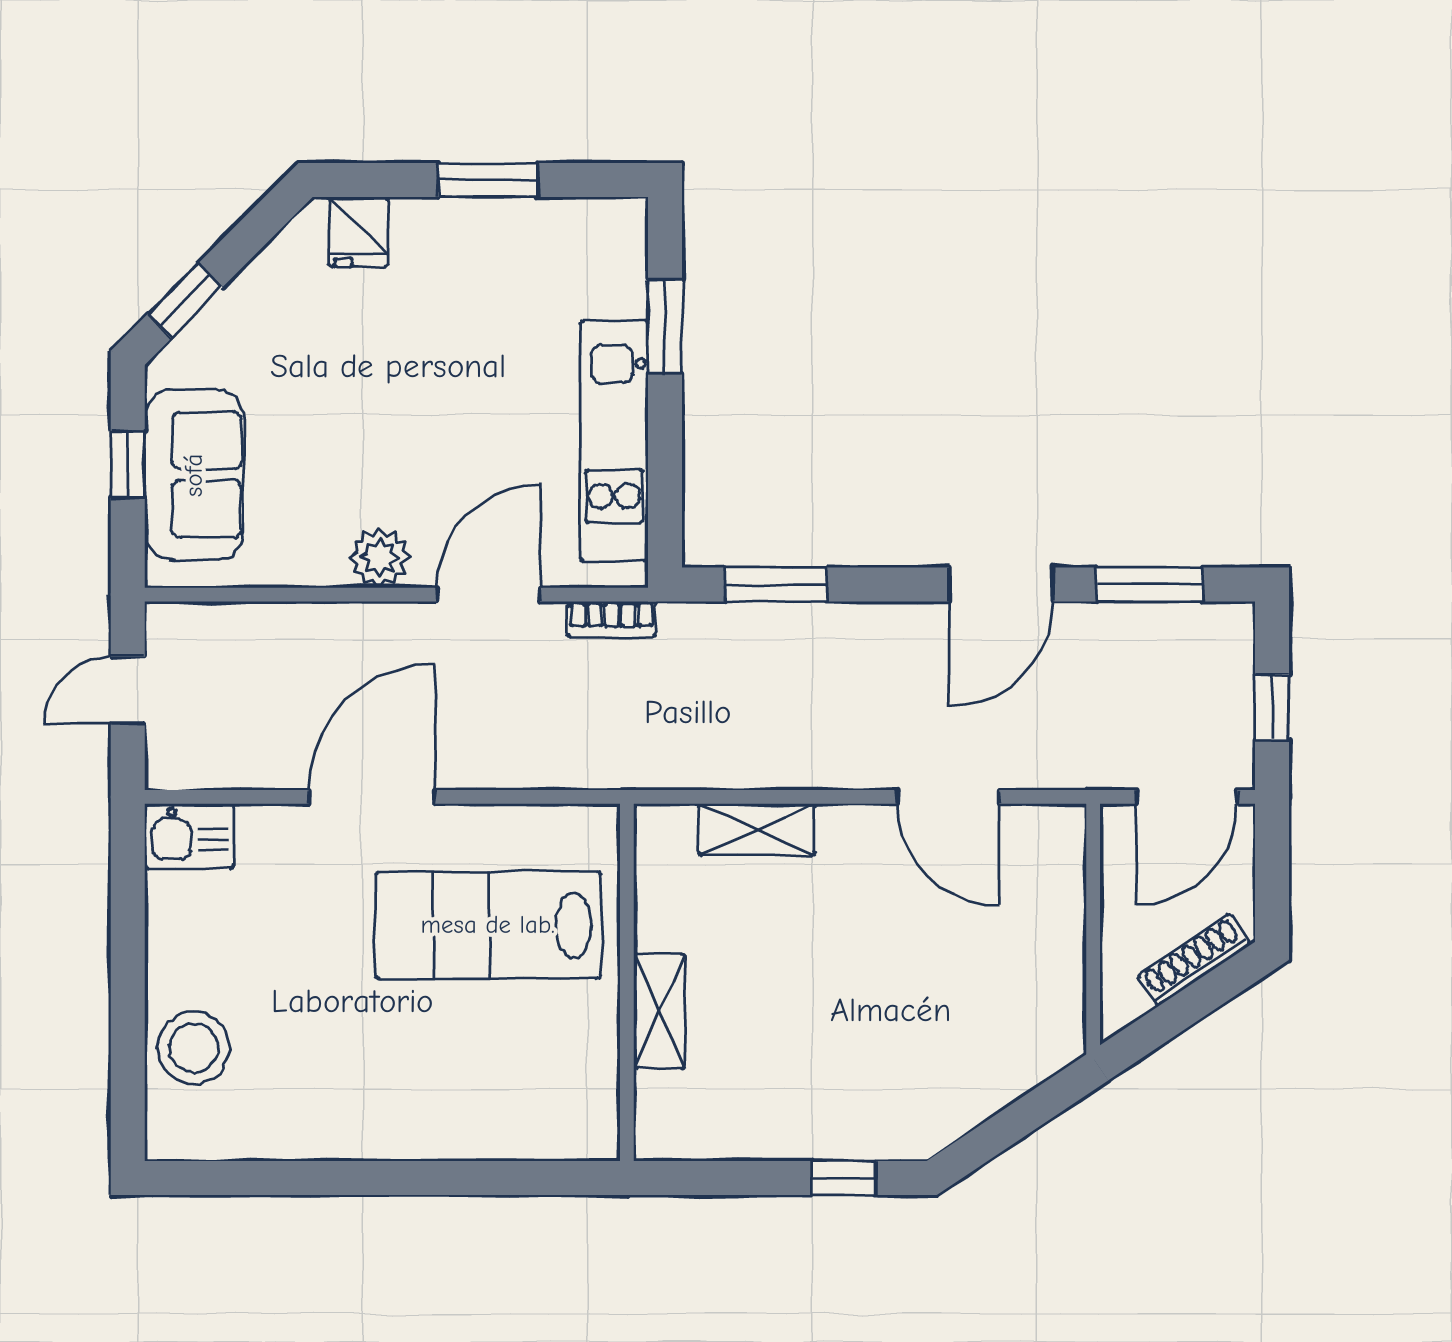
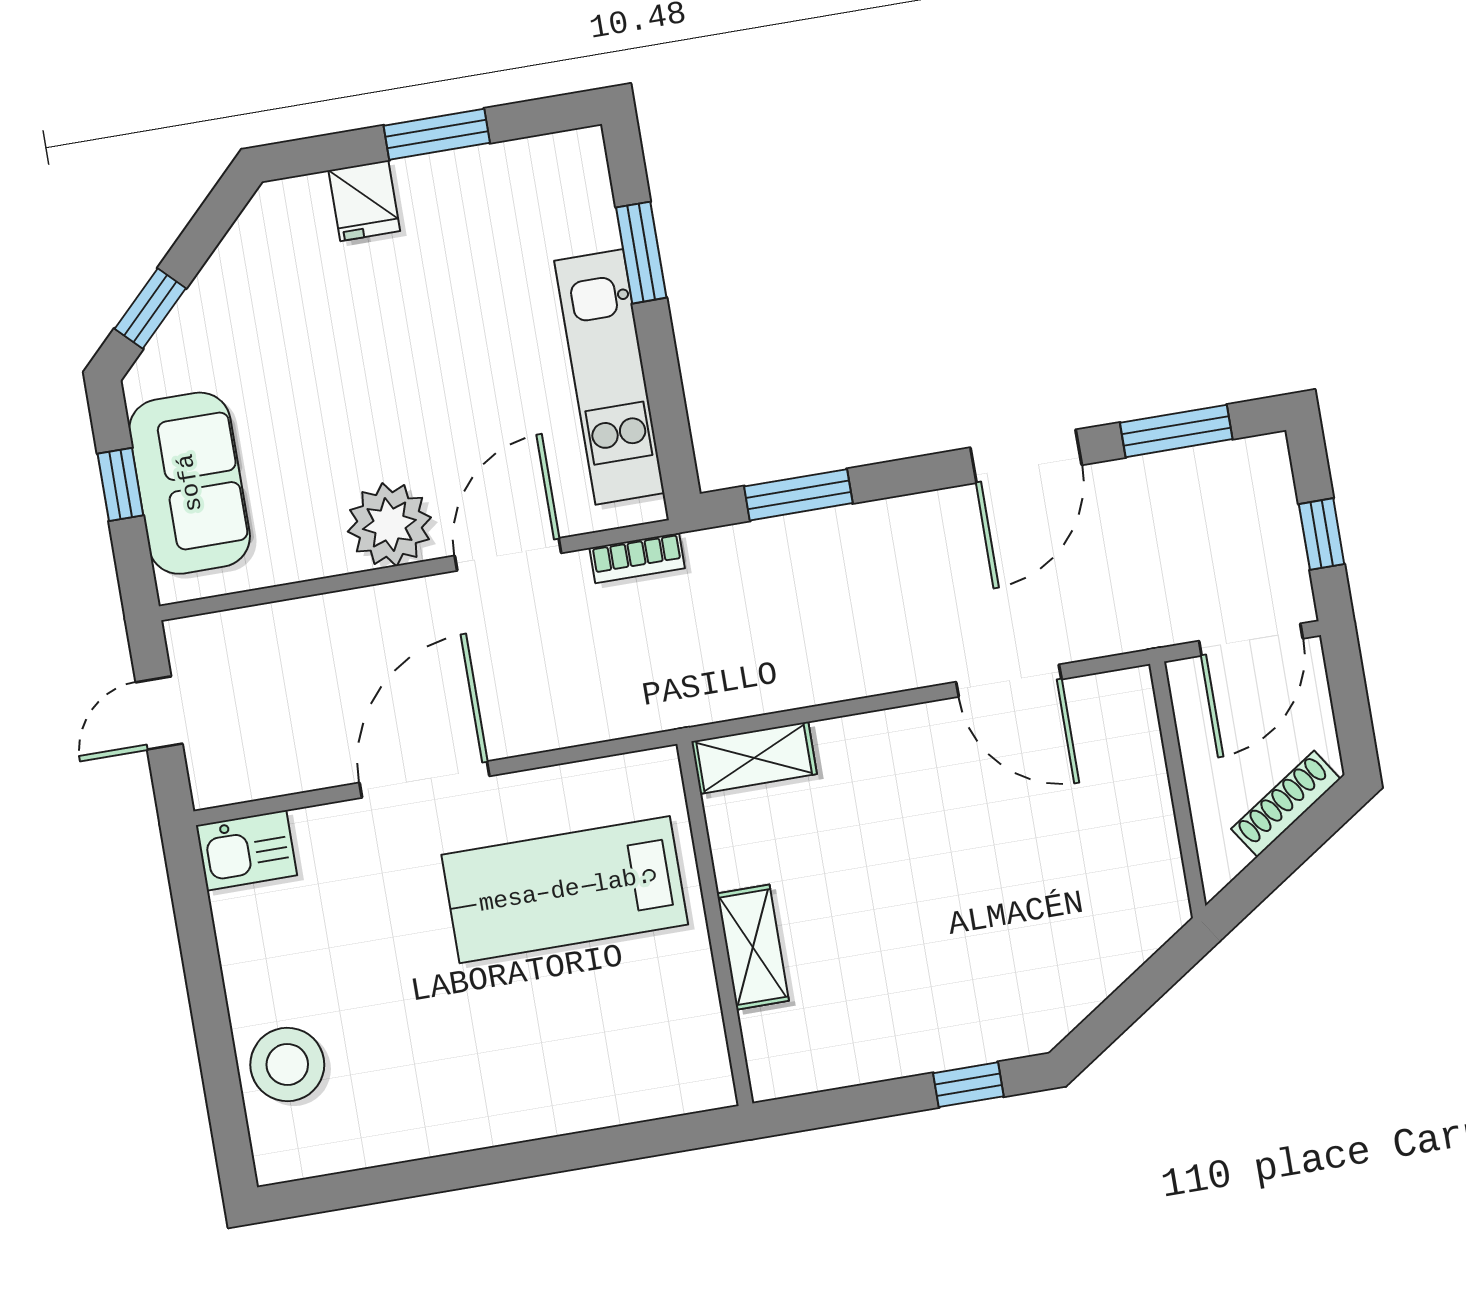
fridge: (358, 232) -> (364, 201), moved
plant: (379, 558) -> (389, 525), width x1.36, depth x1.36
shelving: (757, 830) -> (754, 758), moved

